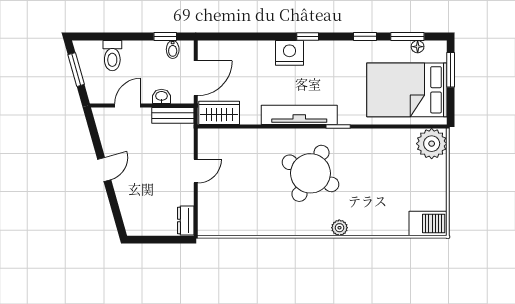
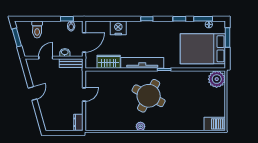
nightstand: (290, 53) -> (118, 28), moved
wardrobe: (219, 113) -> (109, 62), moved
plant: (339, 228) -> (140, 126), moved

